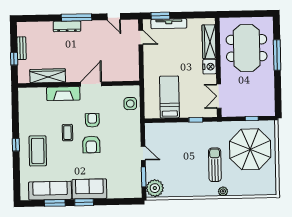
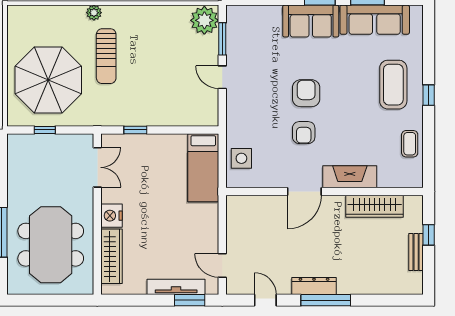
dresser: (67, 26) -> (314, 286), moved
bed: (169, 97) -> (203, 168), moved
coffee table: (67, 133) -> (410, 144), moved

